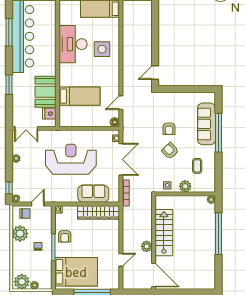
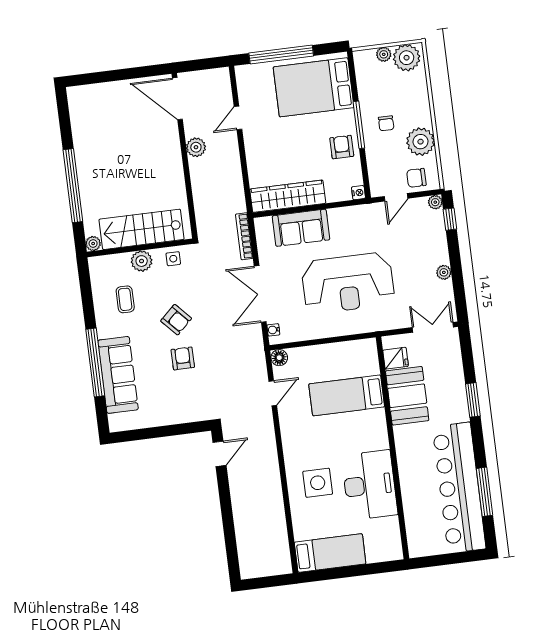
stairs: (164, 233) -> (142, 229), moved, turned 90

